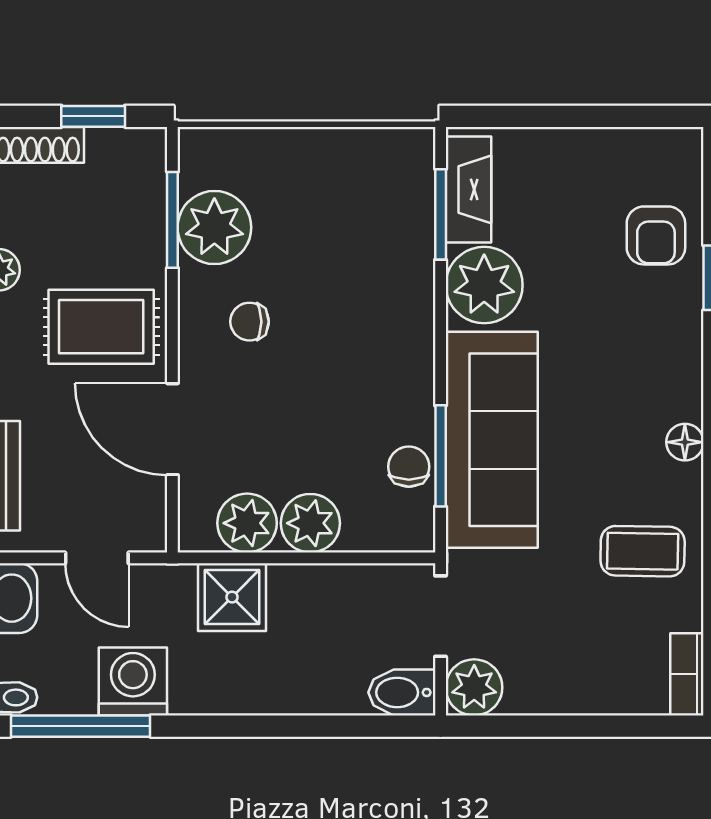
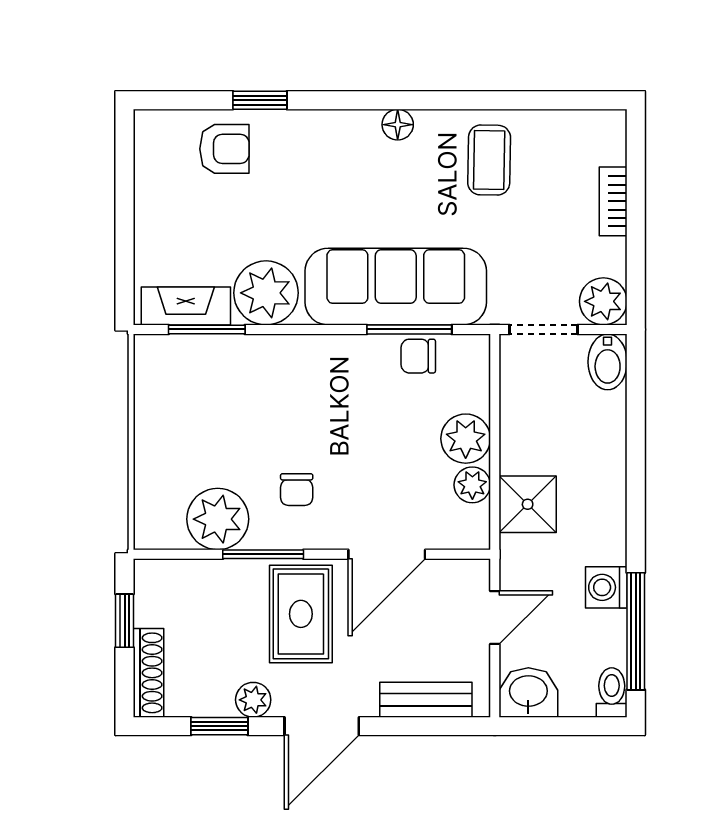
window: (172, 220) -> (263, 554), moved
plant: (247, 523) -> (472, 485), width x0.73, depth x0.73
bookcase: (687, 674) -> (613, 201), moved, turned 90
washing machine: (133, 682) -> (606, 587), width x0.73, depth x0.73

